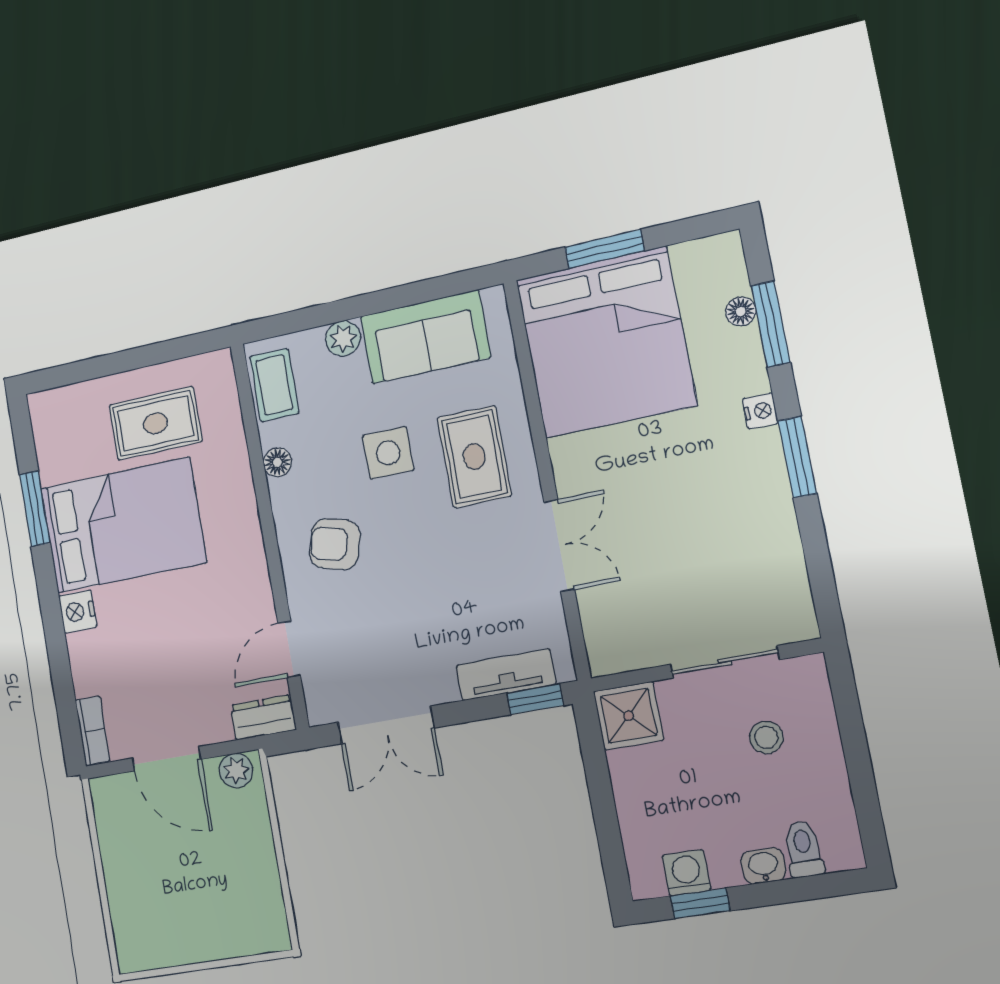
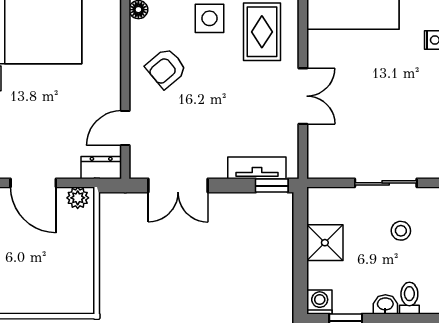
armchair: (335, 544) -> (166, 68), turned -55
shower: (629, 716) -> (325, 243), moved
washing machine: (686, 873) -> (320, 302), moved

